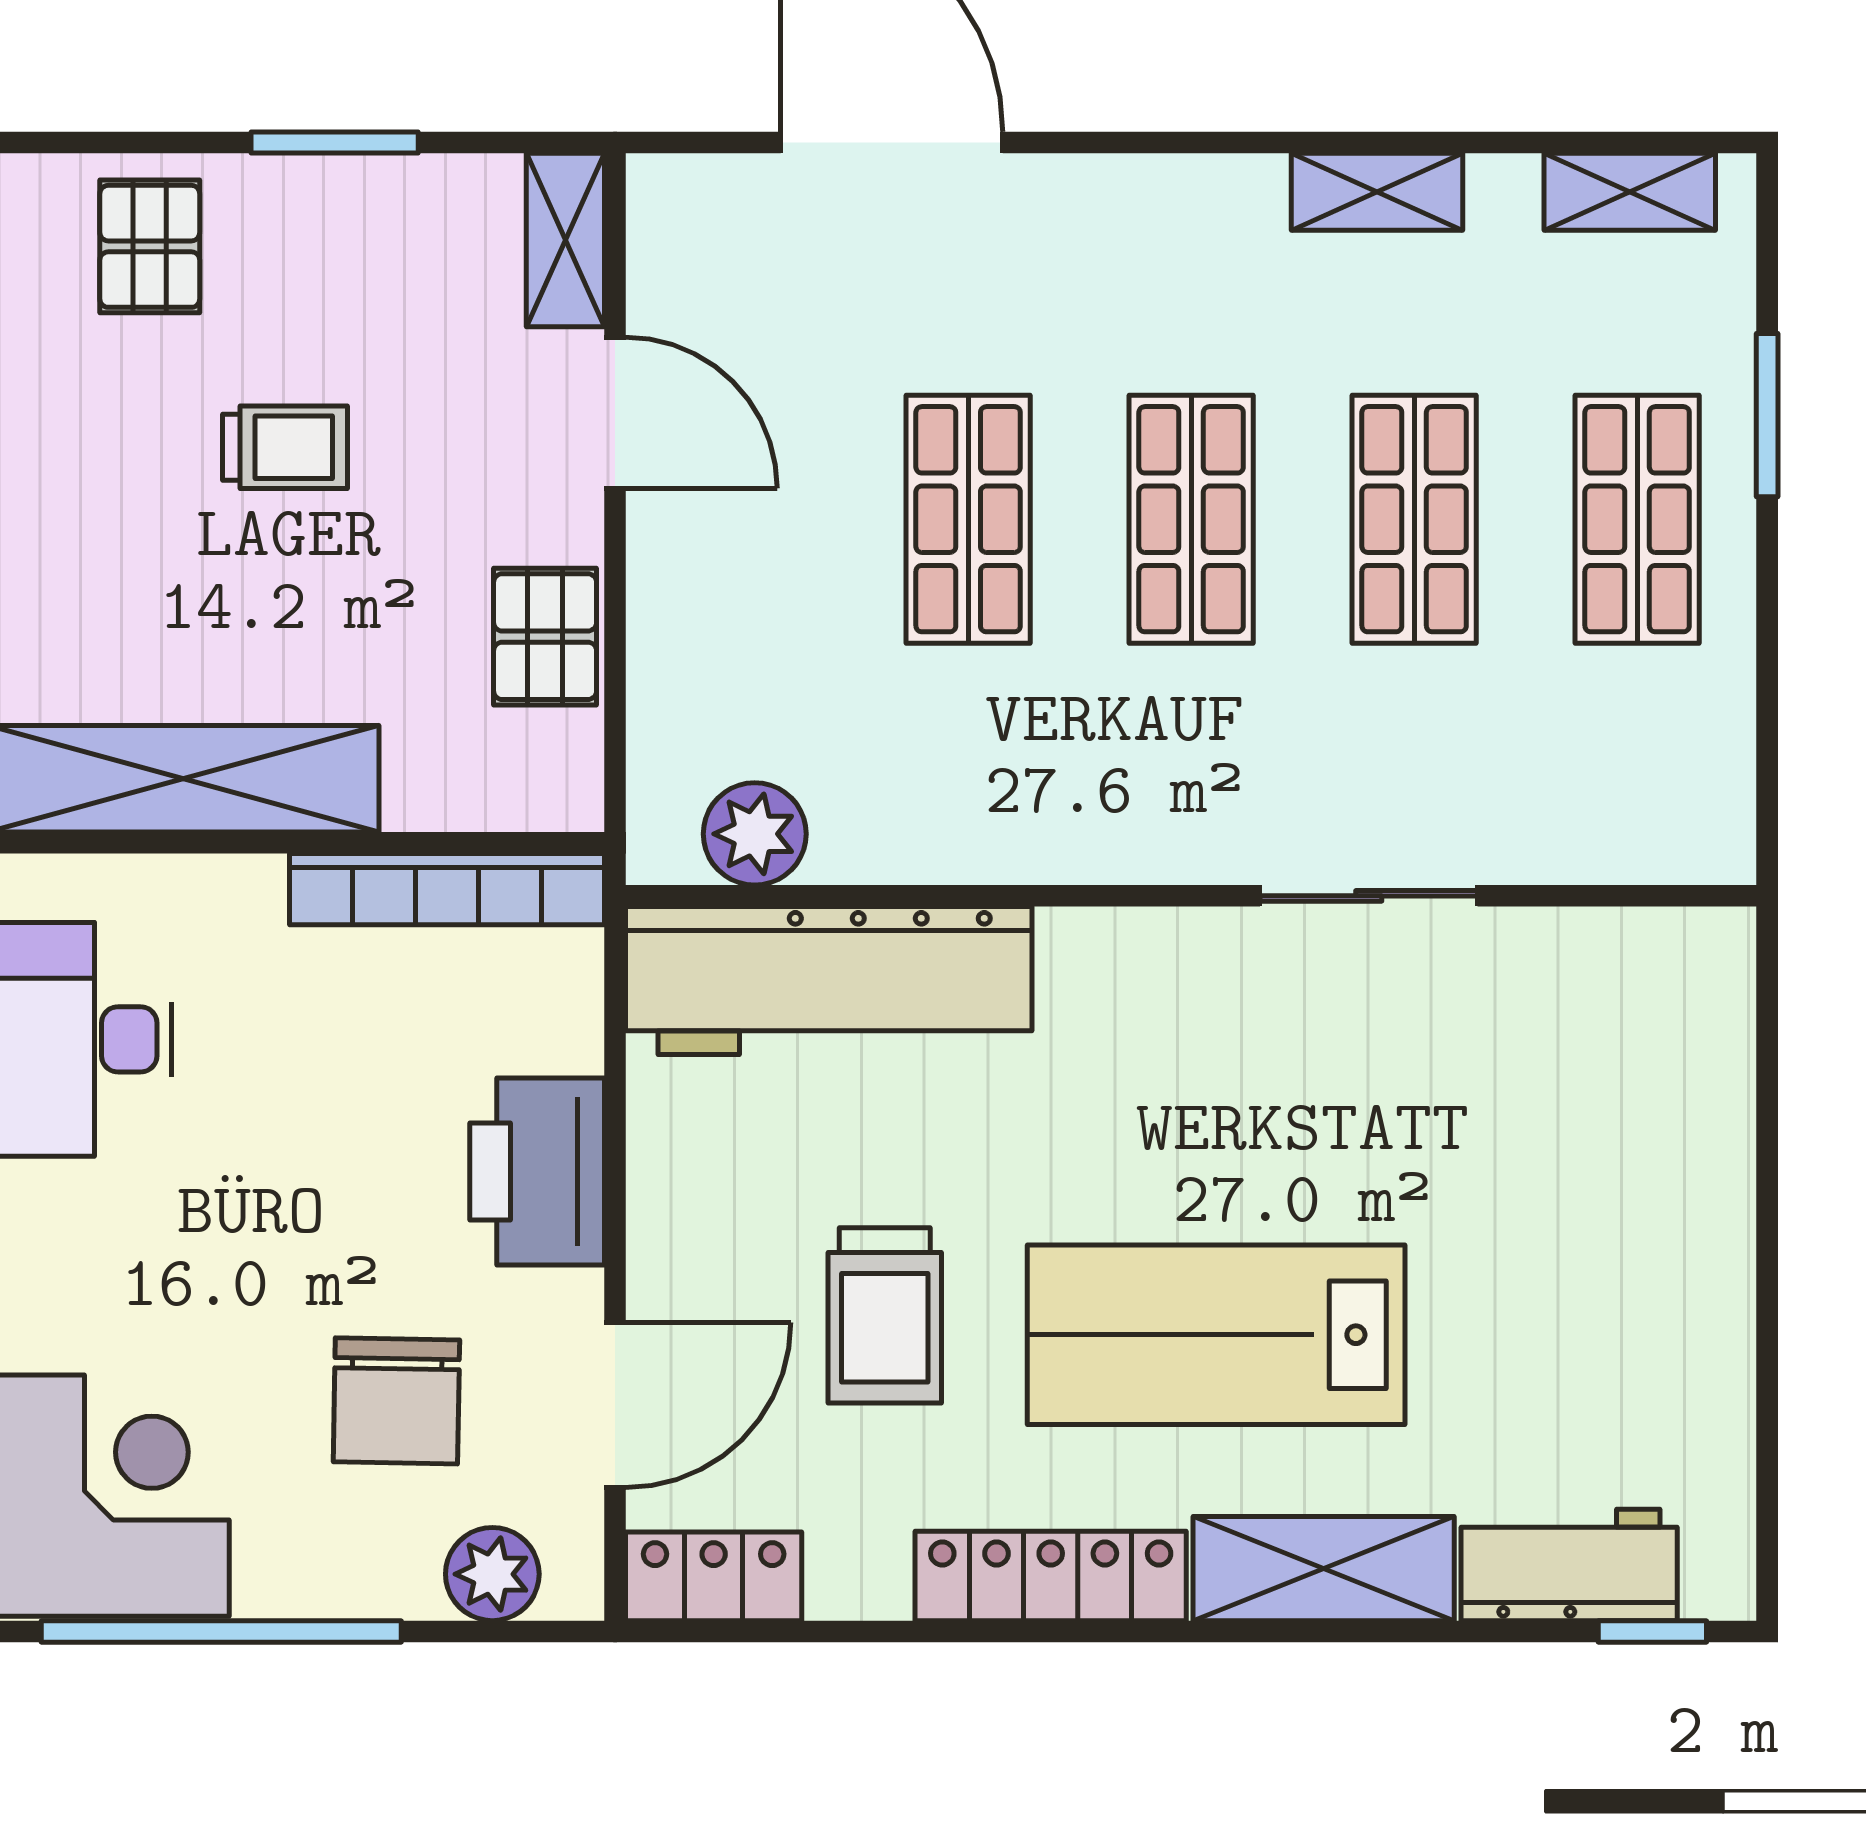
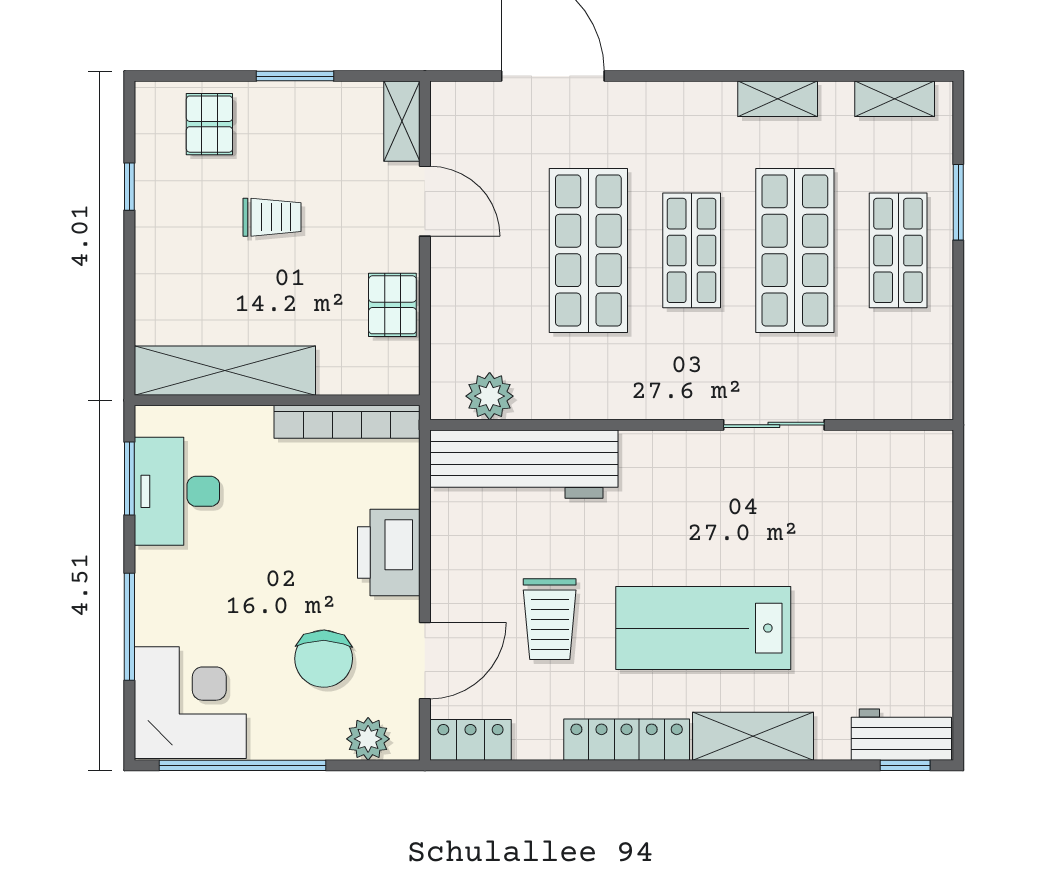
shop shelf: (968, 519) -> (588, 250), width x1.43, depth x1.36
shop shelf: (1414, 519) -> (795, 250), width x1.43, depth x1.36
workbench: (1569, 1565) -> (901, 735), moved

